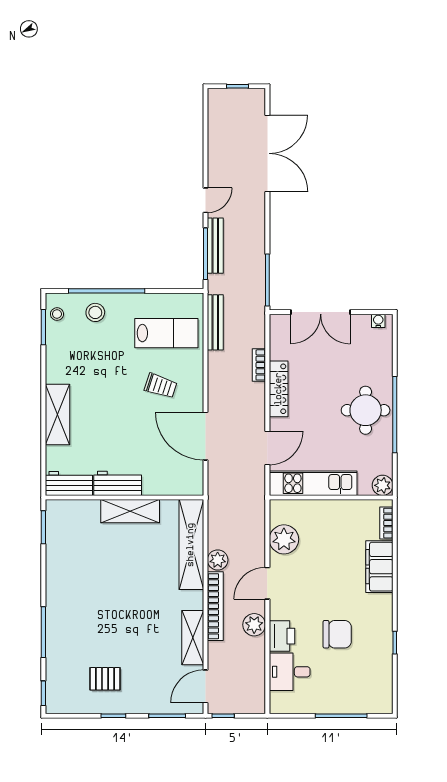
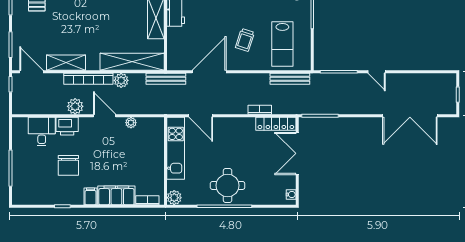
bench: (215, 246) -> (166, 79), moved
locker: (279, 389) -> (276, 124), moved
plant: (284, 539) -> (131, 123), width x0.53, depth x0.53
filing cabinet: (381, 603) -> (91, 196), added

